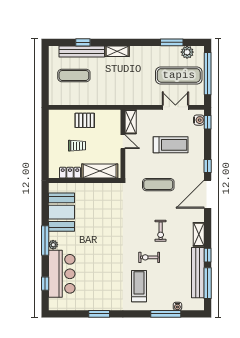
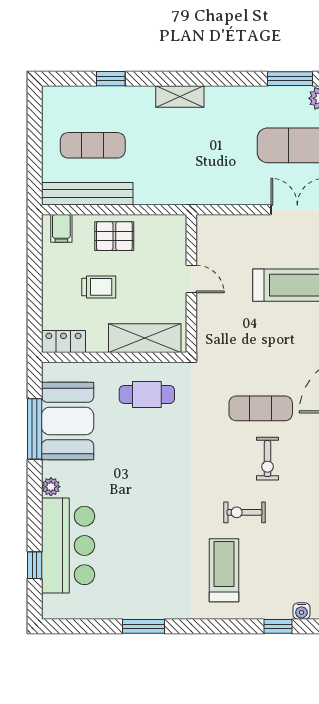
bench: (82, 52) -> (87, 194), moved
filing cabinet: (58, 117) -> (61, 228), added
shelving: (131, 122) -> (207, 239), removed
locker: (70, 173) -> (64, 341), moved
exercise mat: (158, 185) -> (261, 408), moved
cafe table: (101, 199) -> (147, 394), added
window: (45, 240) -> (35, 429), moved
window: (166, 314) -> (278, 626), width x0.46

